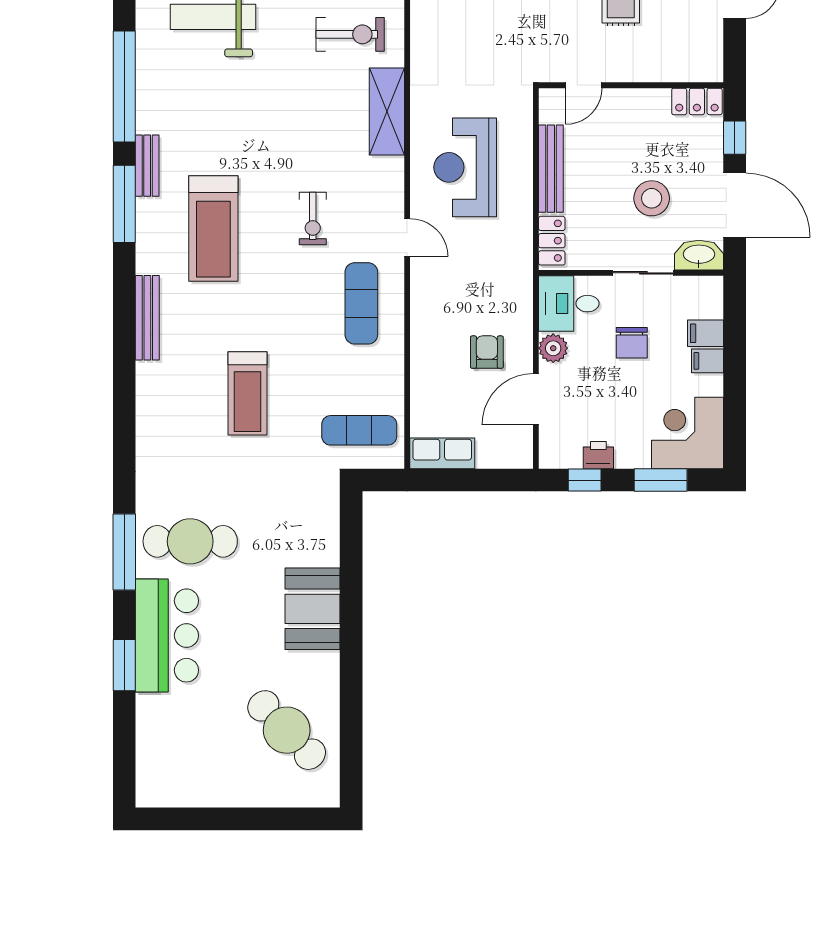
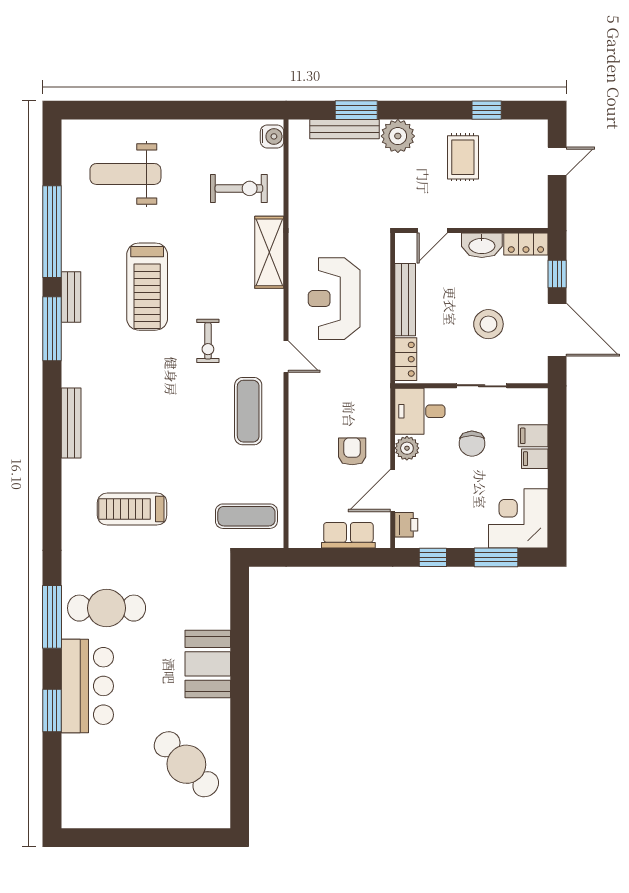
treadmill: (213, 228) -> (147, 287), moved
washbasin: (699, 255) -> (482, 245), moved, turned 180
treadmill: (248, 393) -> (132, 509), moved, turned 90
row of seats: (442, 453) -> (348, 535), moved
printer: (598, 455) -> (406, 525), moved, turned 90

